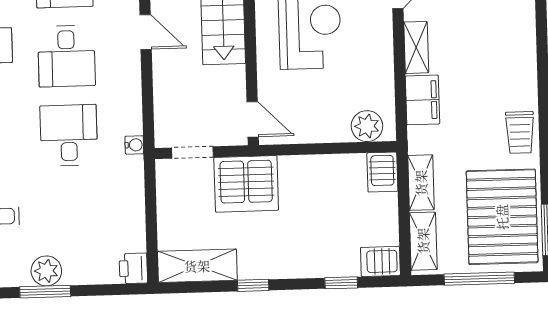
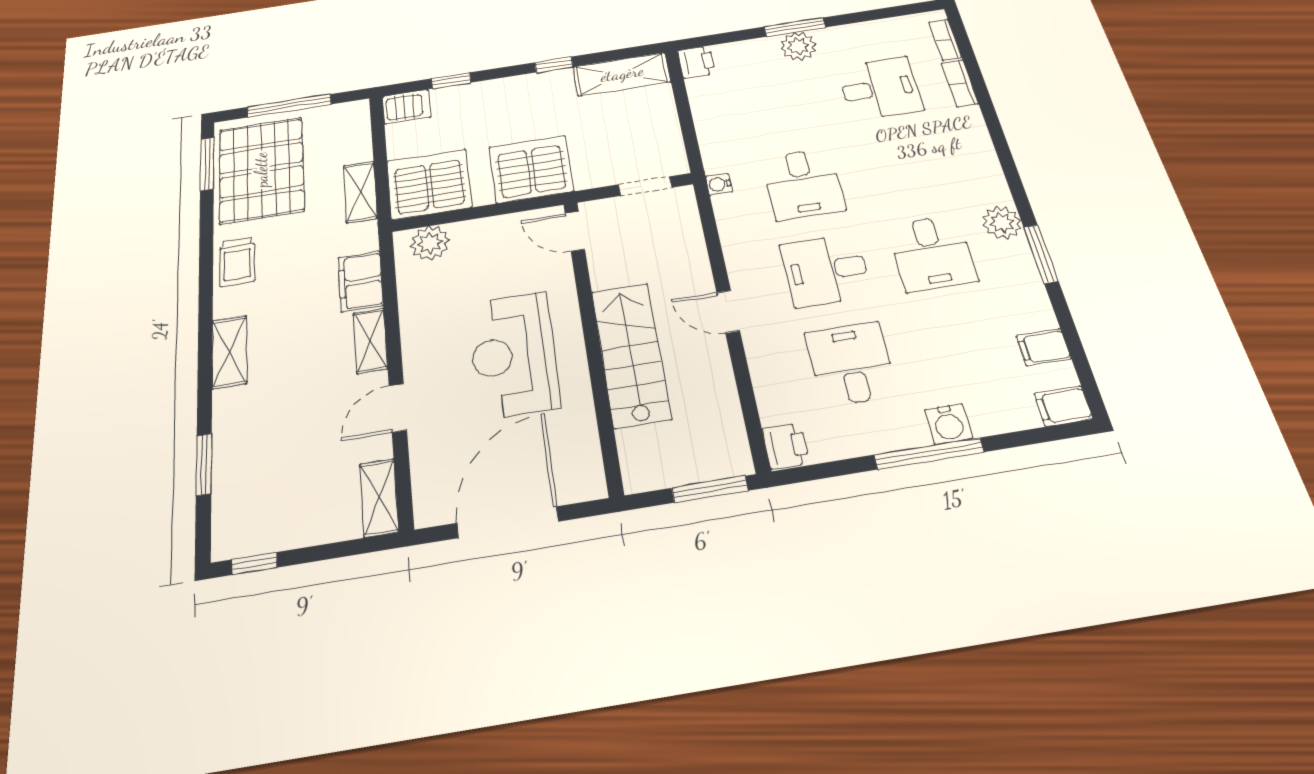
desk: (66, 56) -> (826, 270), turned -90
trolley: (520, 132) -> (237, 262), turned 180
server rack: (382, 172) -> (429, 184), width x2.18, depth x1.44
server rack: (246, 184) -> (531, 169), moved
shelving: (423, 241) -> (229, 352), moved

